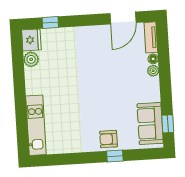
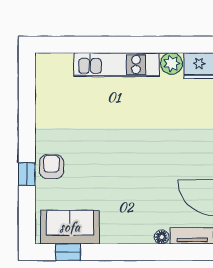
plant: (153, 71) -> (145, 236), removed
kitchen unit: (36, 125) -> (116, 65), moved

